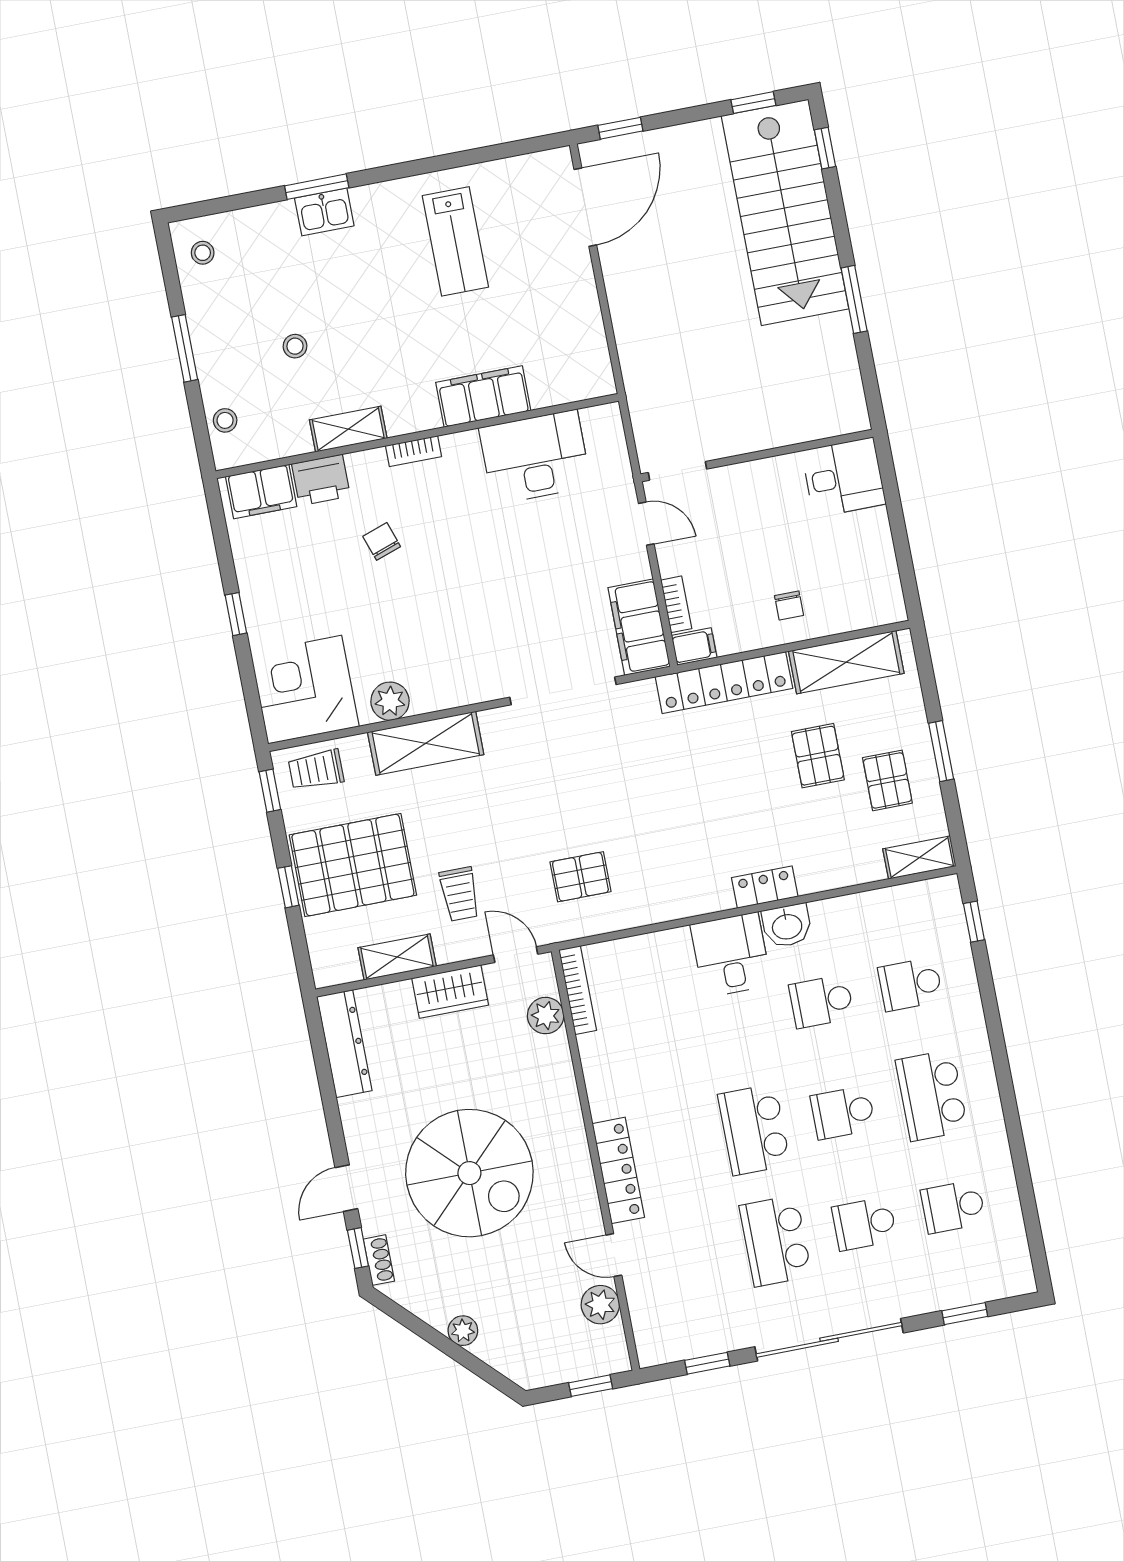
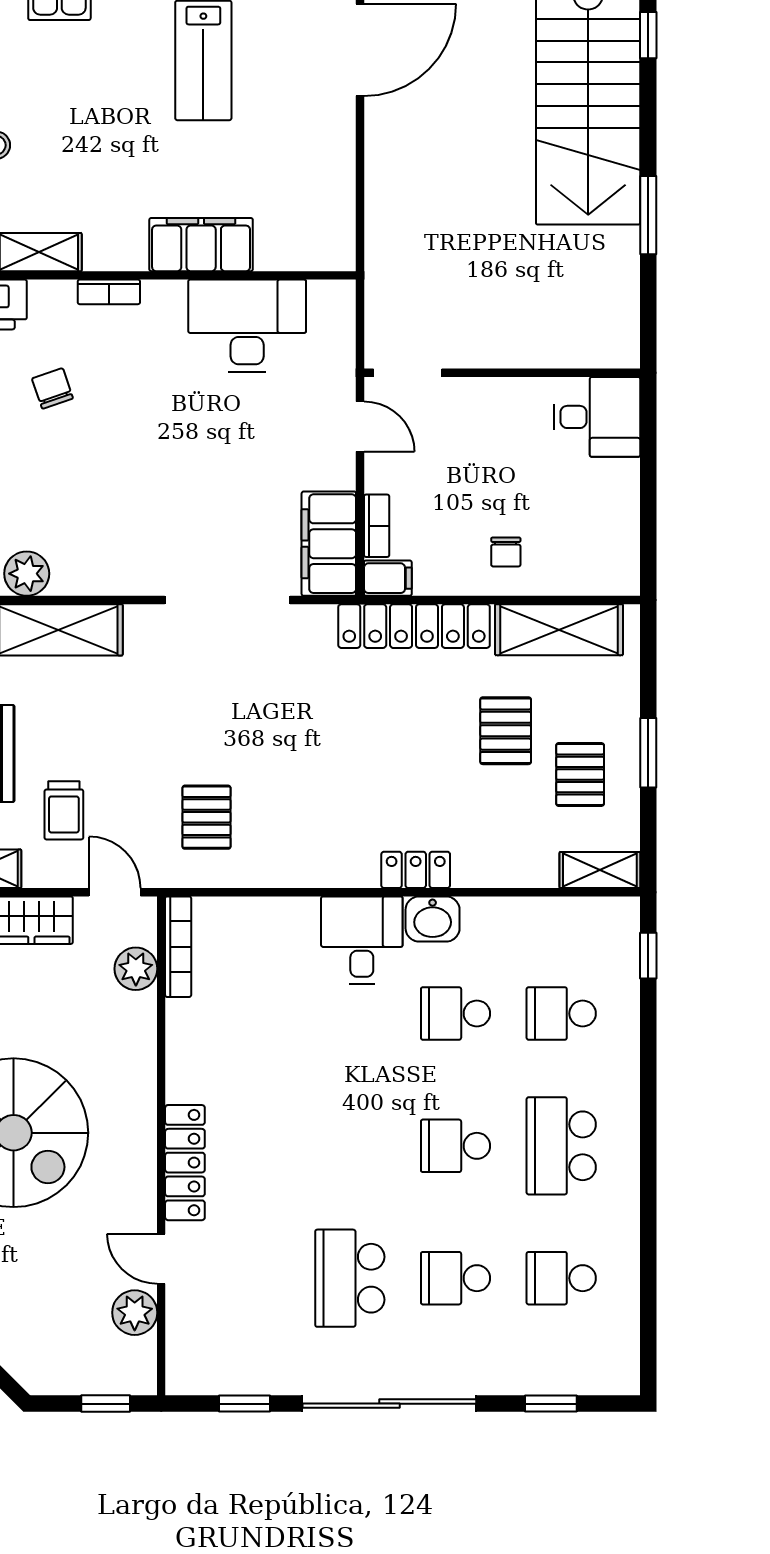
pallet: (580, 877) -> (207, 817), turned 90
school desk: (754, 1130) -> (350, 1146), removed

